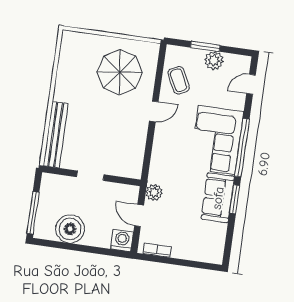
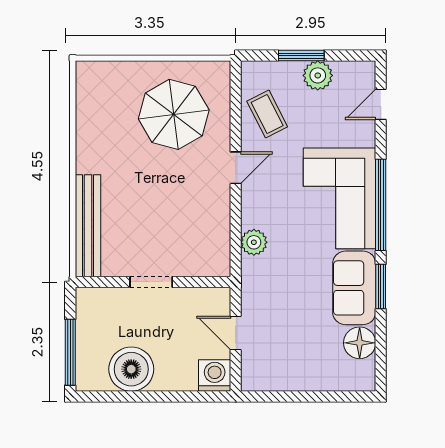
plant: (154, 192) -> (254, 242), moved
floor lamp: (216, 233) -> (360, 343), added
bookcase: (157, 250) -> (271, 383), removed

